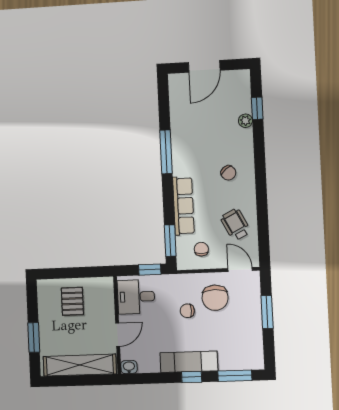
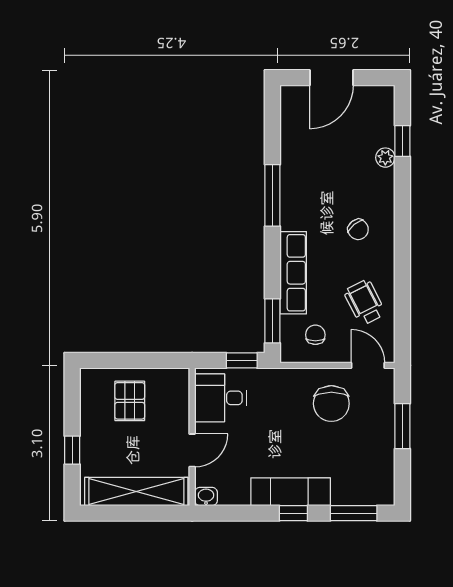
chair: (187, 311) -> (292, 420), removed
window: (34, 337) -> (72, 450), width x0.67

